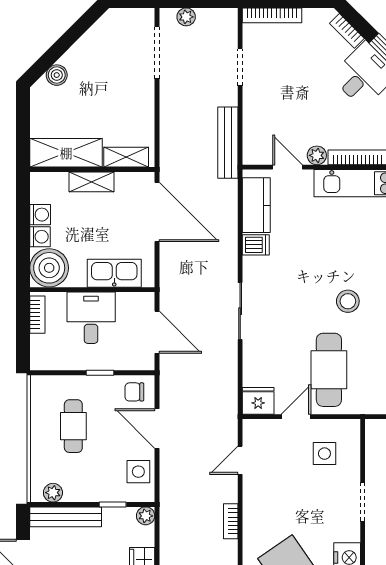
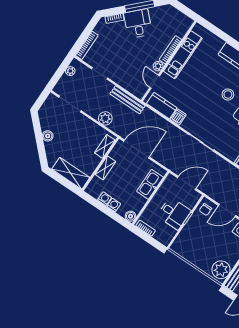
plant: (186, 17) -> (70, 71), moved
boiler: (57, 75) -> (48, 136), moved
plant: (173, 127) -> (105, 118), added
shelving: (66, 153) -> (71, 173), moved, turned 90
door: (288, 167) -> (155, 82), hinge flipped
boiler: (49, 268) -> (131, 216), width x0.54, depth x0.54
desk: (91, 318) -> (174, 213), moved, turned 180
cafe table: (73, 426) -> (202, 245), removed
plant: (53, 493) -> (221, 270), width x1.88, depth x1.88

